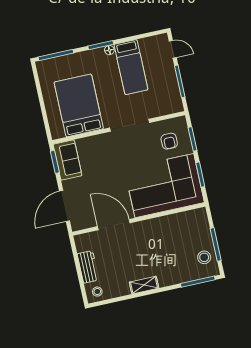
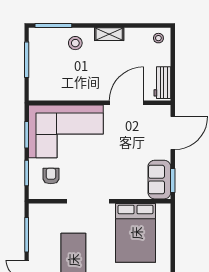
door: (114, 225) -> (126, 103), swing flipped
stool: (204, 257) -> (75, 43), moved
workbench: (88, 267) -> (162, 83), moved

